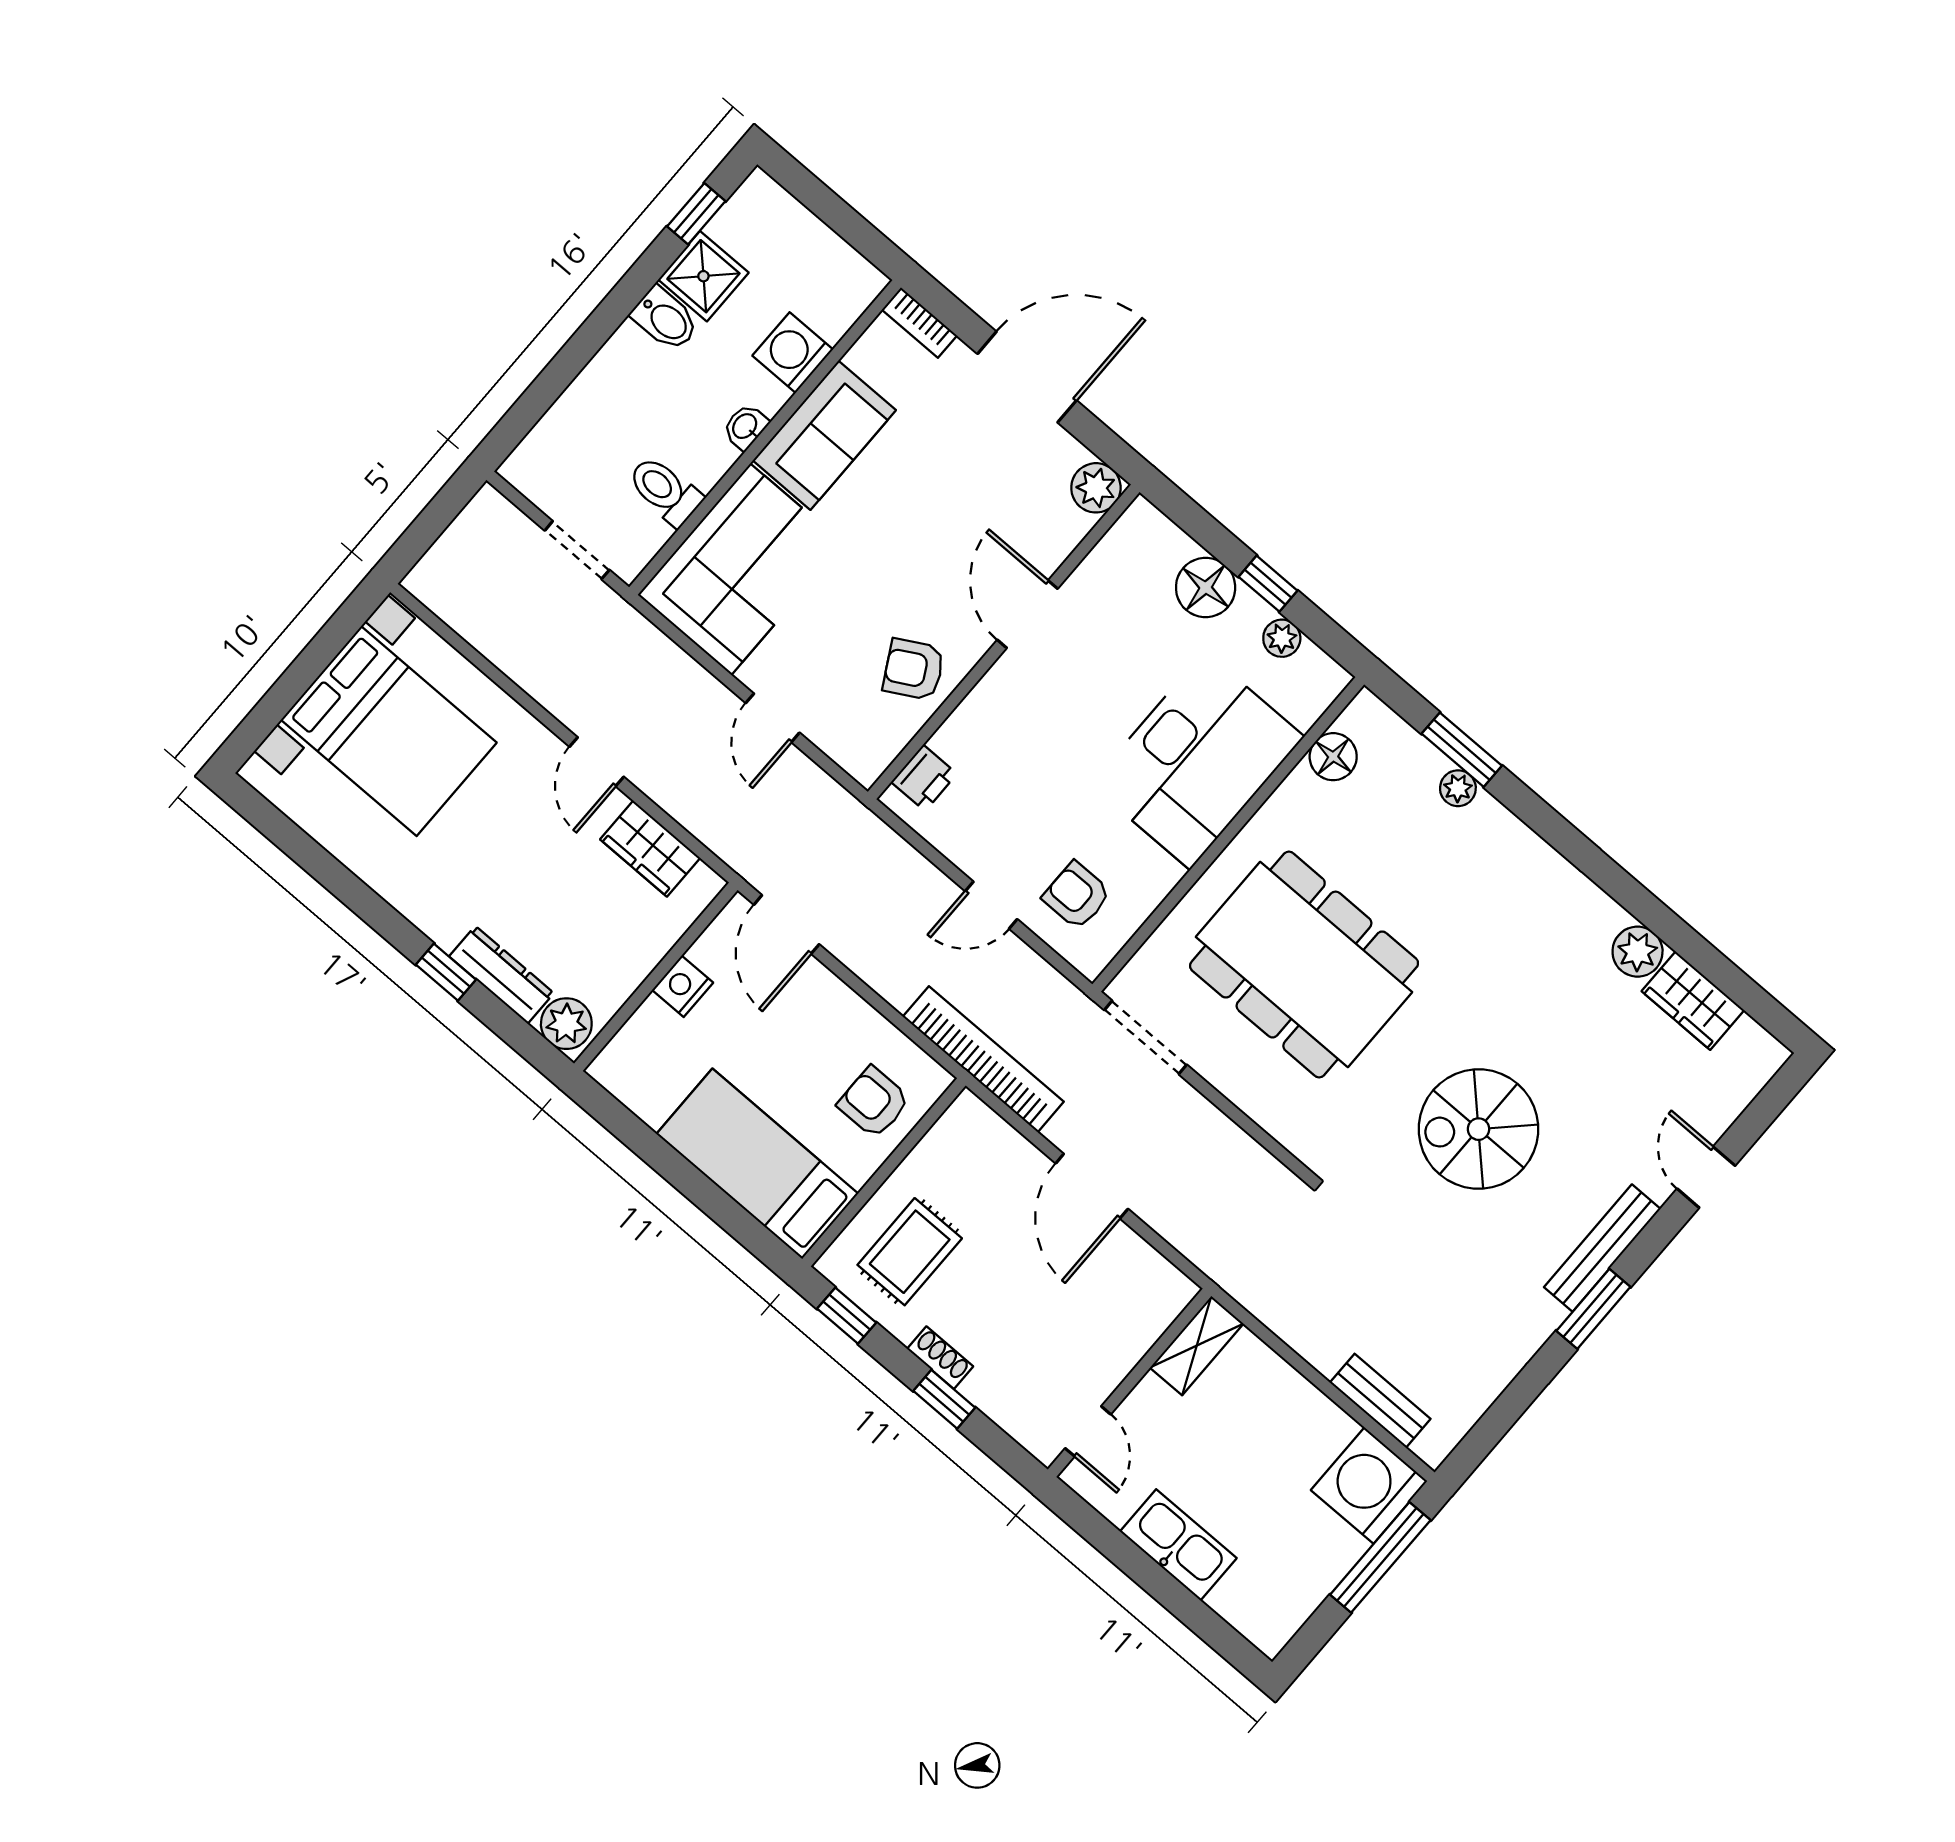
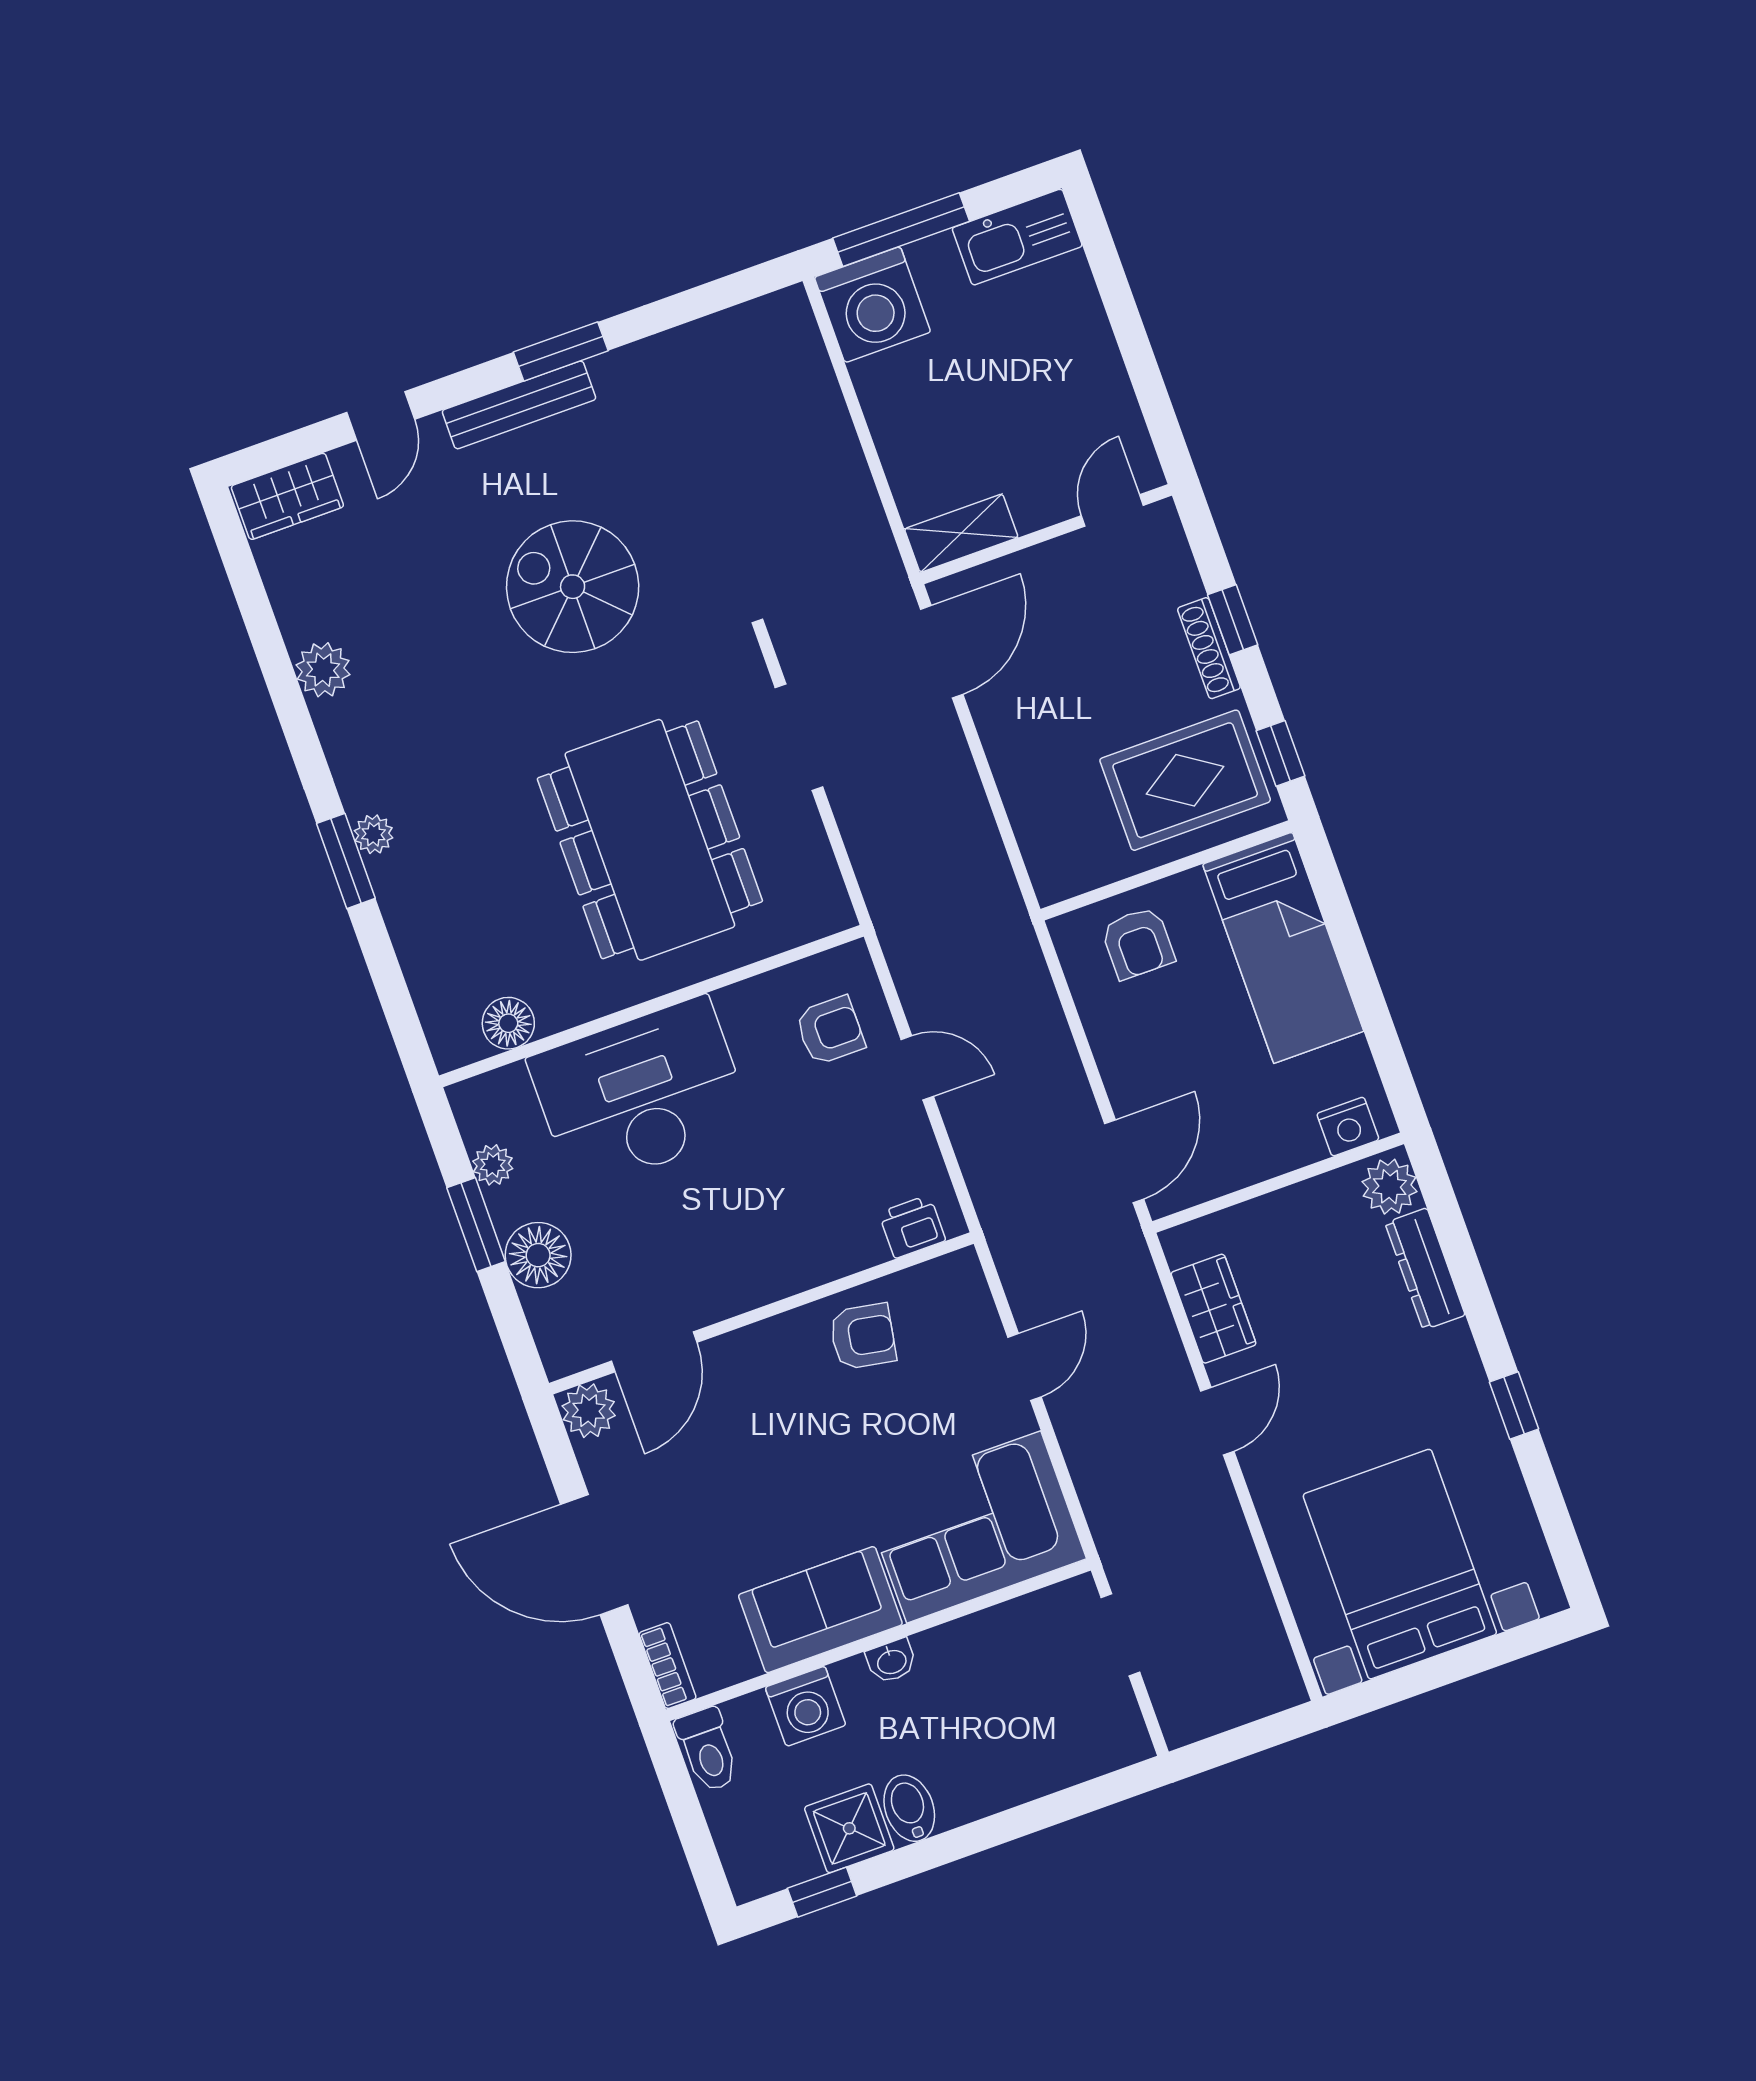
toilet: (665, 491) -> (708, 1750), moved
window: (1268, 584) -> (476, 1225), width x1.50
door: (1027, 614) -> (654, 1352), moved
armchair: (914, 669) -> (863, 1336), turned -51
window: (1462, 750) -> (346, 861), moved
plant: (1458, 788) -> (374, 834), moved
armchair: (1077, 895) -> (830, 1030), turned -90
window: (446, 972) -> (1514, 1406), moved
nightstand: (683, 986) -> (1348, 1127), moved
wardrobe: (1693, 1001) -> (287, 496), moved, turned 90
doorway: (1145, 1037) -> (799, 737), moved
bookcase: (983, 1059) -> (1009, 924), removed
spiral stairs: (1478, 1129) -> (573, 587), turned 180
door: (1092, 1186) -> (942, 652), moved
rug: (910, 1252) -> (1185, 780), width x1.36, depth x1.43
shoe rack: (940, 1358) -> (1209, 648), width x1.43
bench: (1380, 1401) -> (815, 380), removed
kitchen sink: (1178, 1545) -> (1017, 237), moved, turned -90

